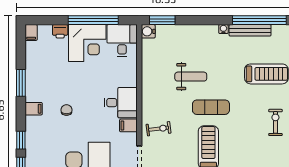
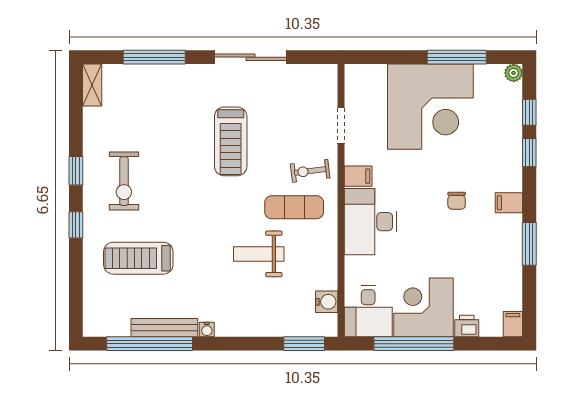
water cooler: (148, 31) -> (327, 302), moved
desk: (121, 103) -> (370, 222), width x1.37
exercise mat: (211, 107) -> (294, 207), moved
exercise bike: (275, 122) -> (124, 181), width x1.38, depth x1.39

